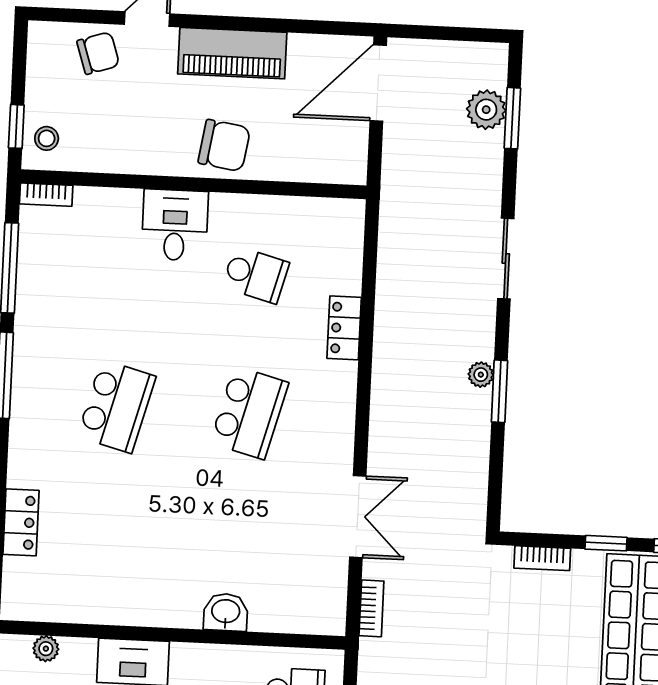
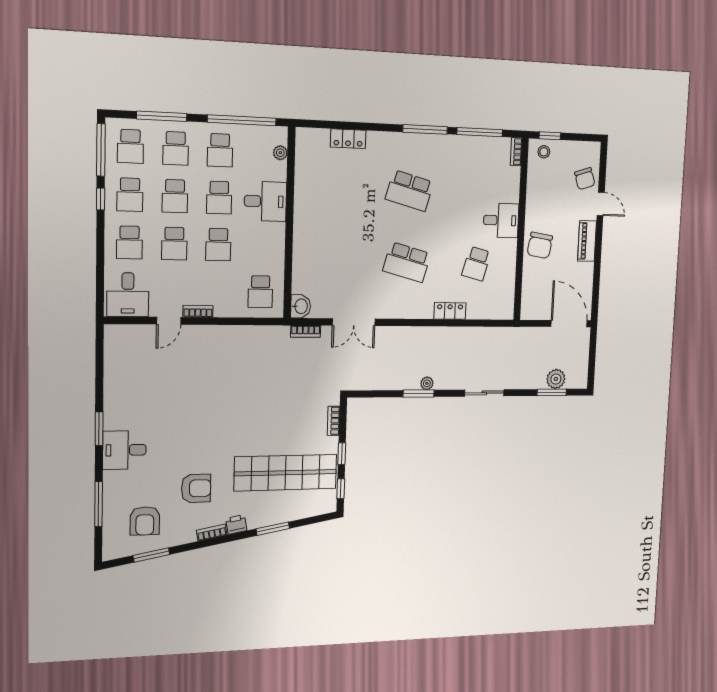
piano: (232, 53) -> (587, 241), width x0.73, depth x0.75
washbasin: (226, 612) -> (301, 306), moved

